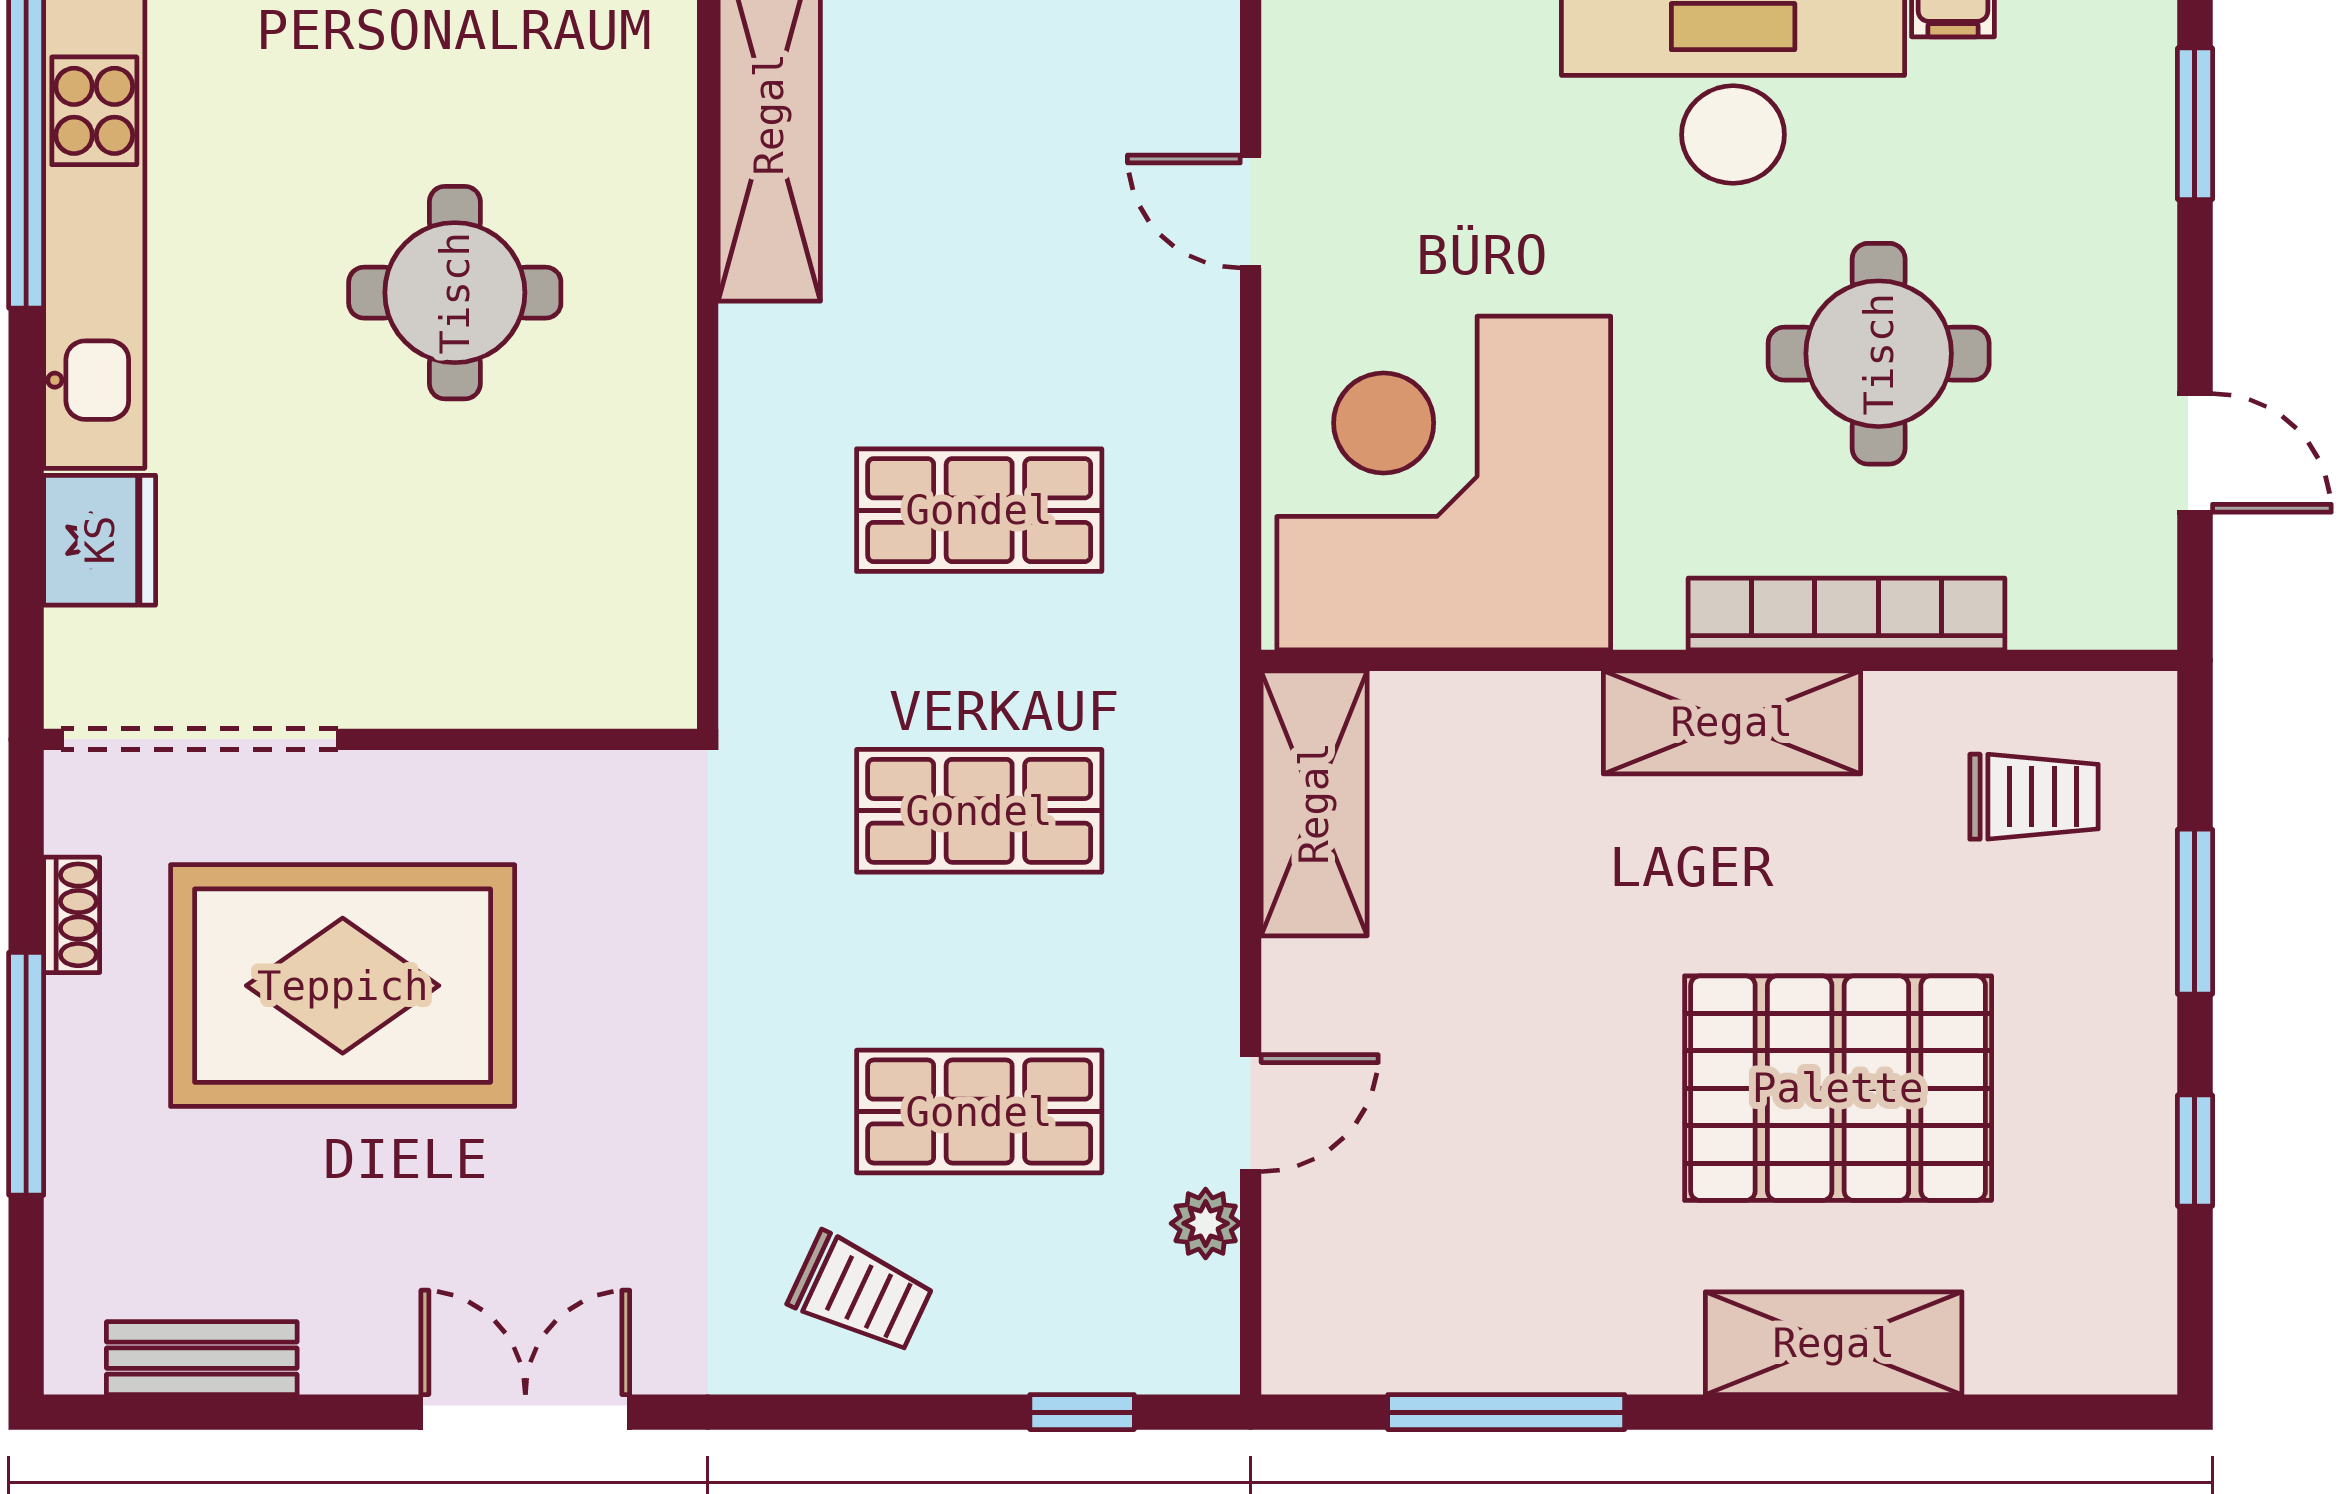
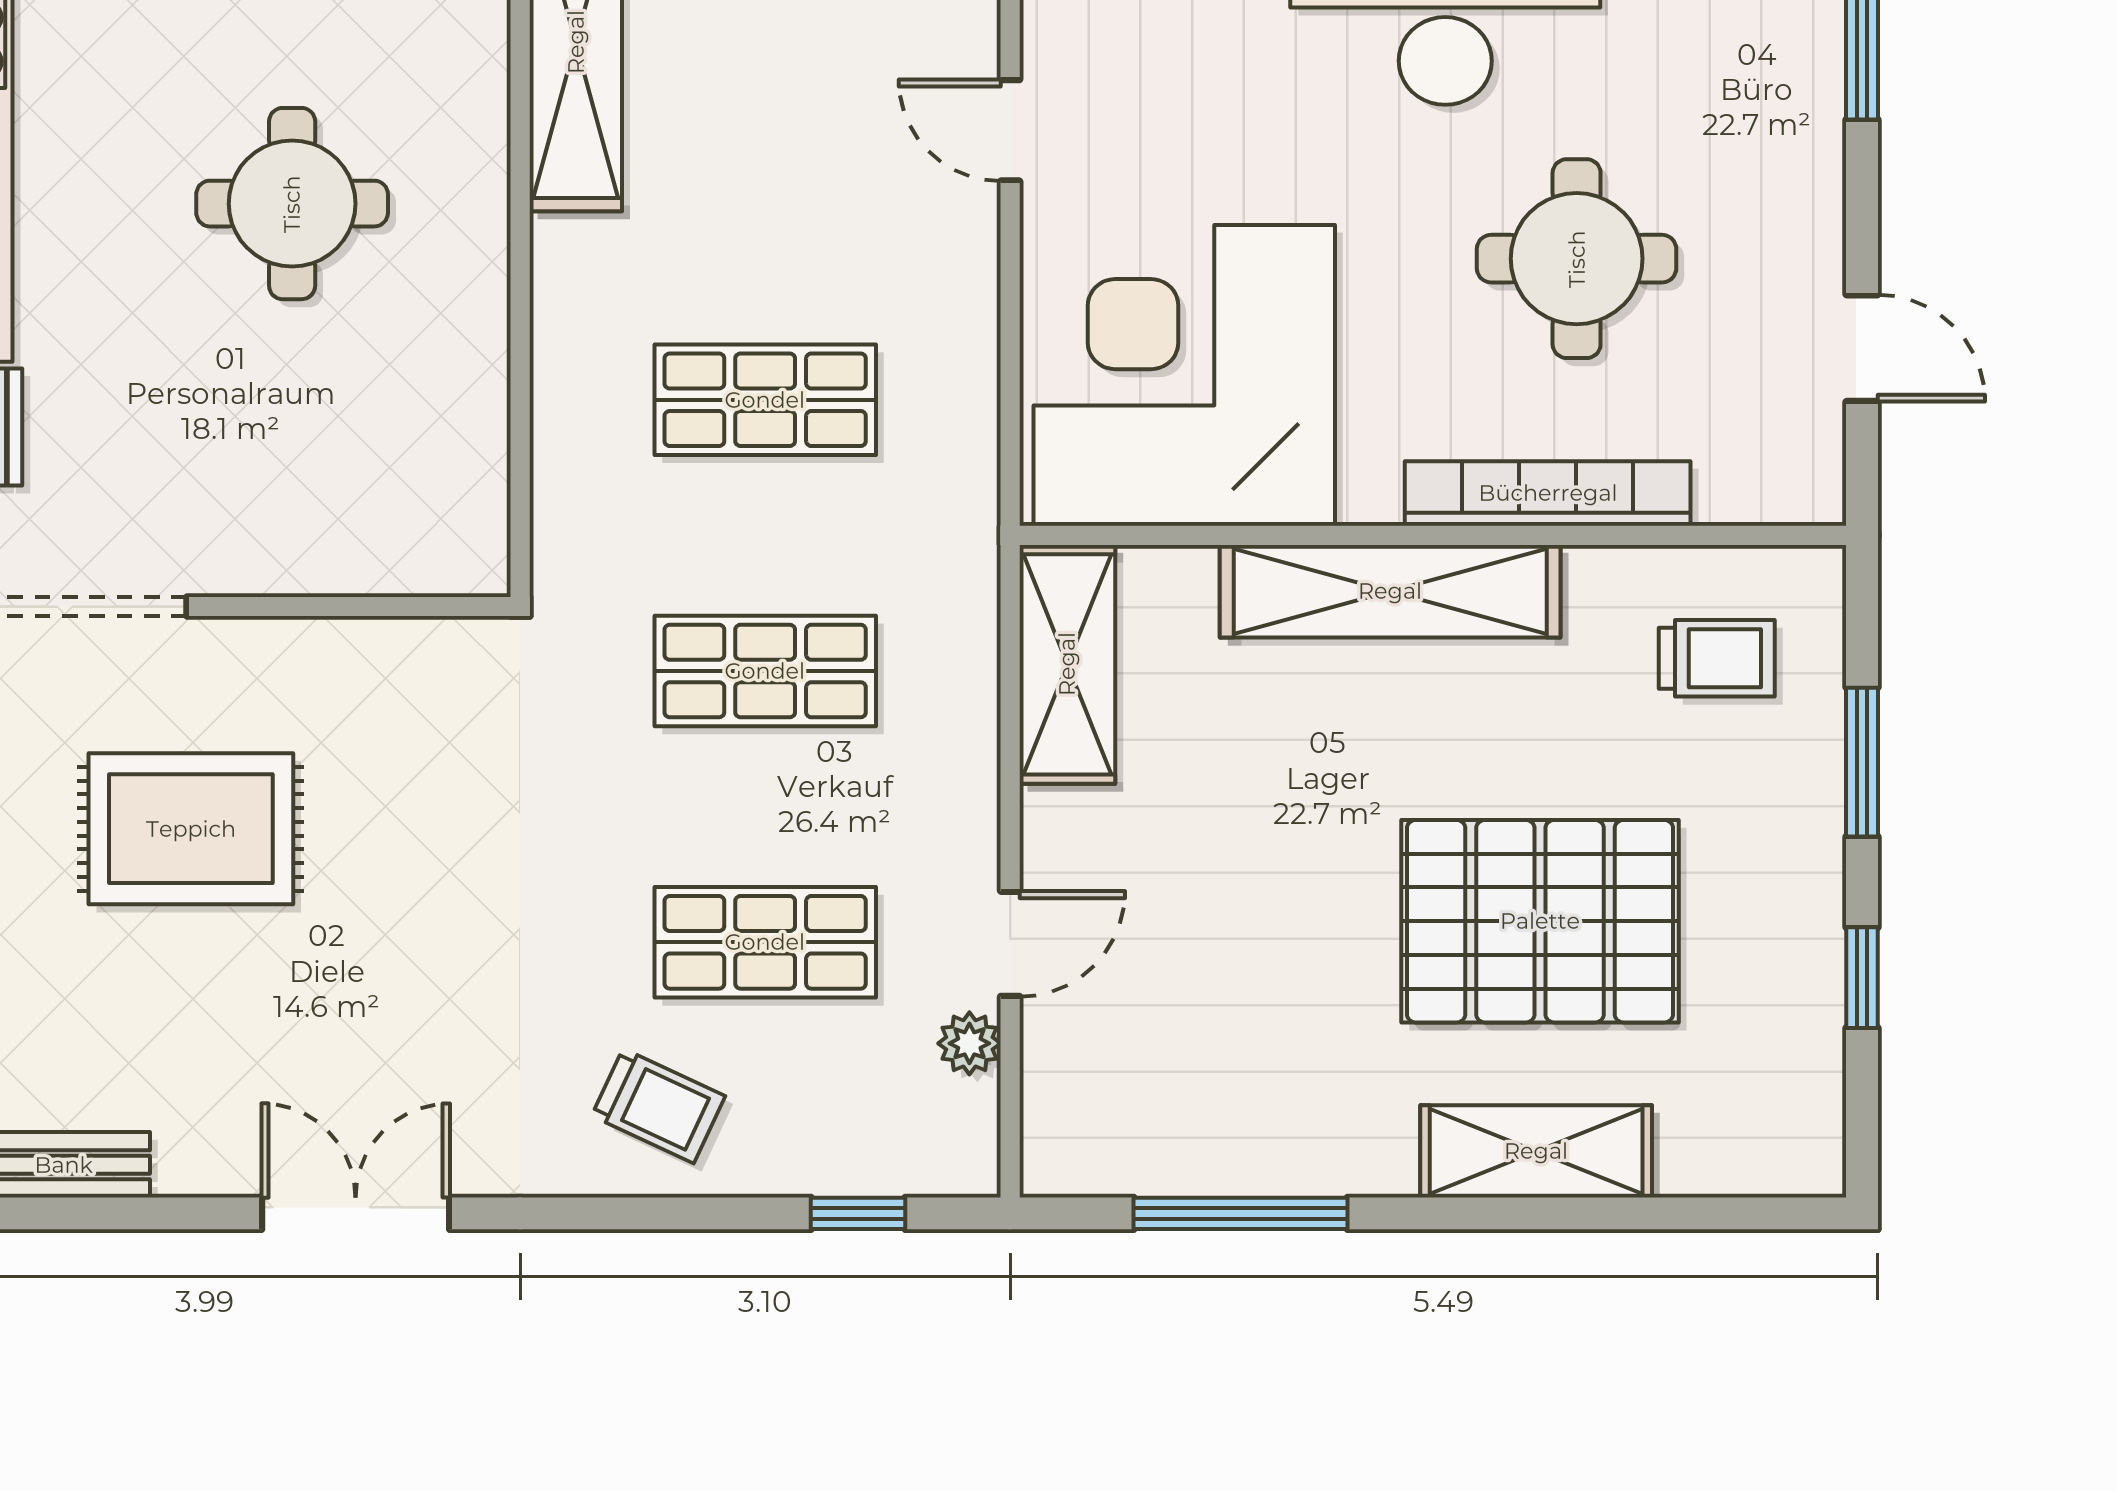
shelving: (1732, 722) -> (1390, 591), width x1.47
rug: (343, 986) -> (191, 829), width x0.73, depth x0.69

